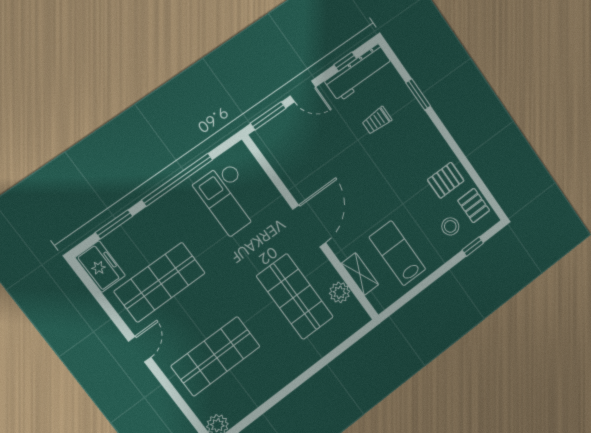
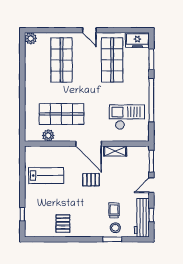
pallet: (474, 206) -> (91, 180), moved
stool: (450, 226) -> (115, 228), moved
shelving: (360, 274) -> (115, 151), moved

